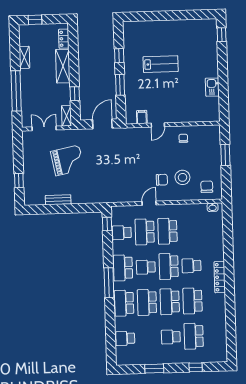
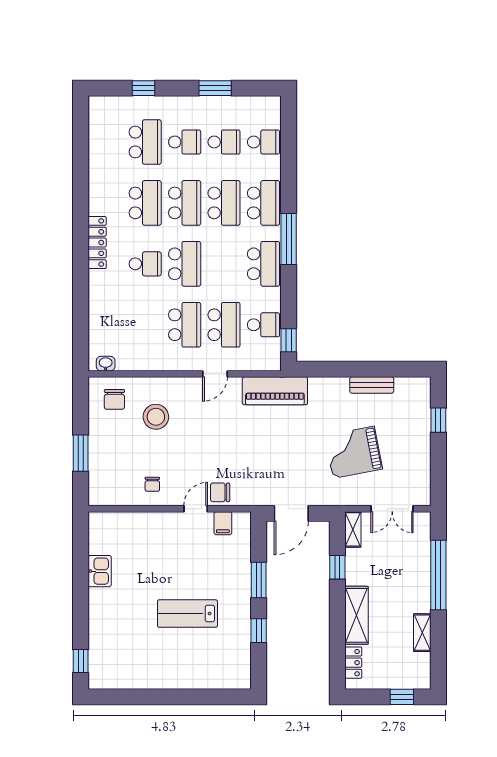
chair: (162, 180) -> (220, 492), moved
piano: (114, 195) -> (275, 391), added
school desk: (146, 267) -> (224, 142), moved

